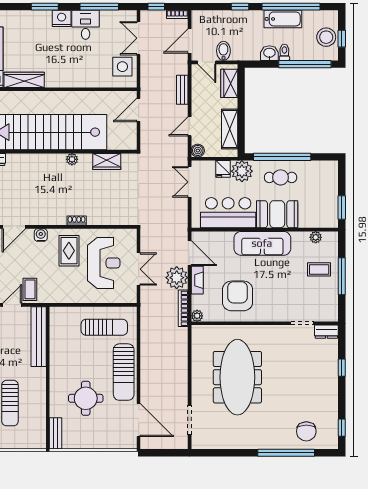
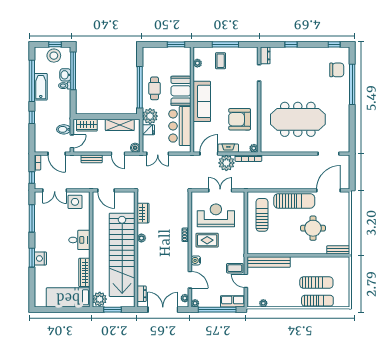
nightstand: (62, 18) -> (40, 258), moved
desk: (86, 25) -> (79, 240), moved, turned 180
washbasin: (269, 53) -> (65, 75), moved

